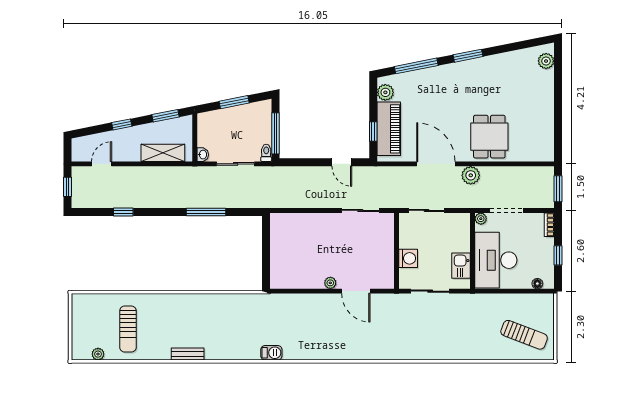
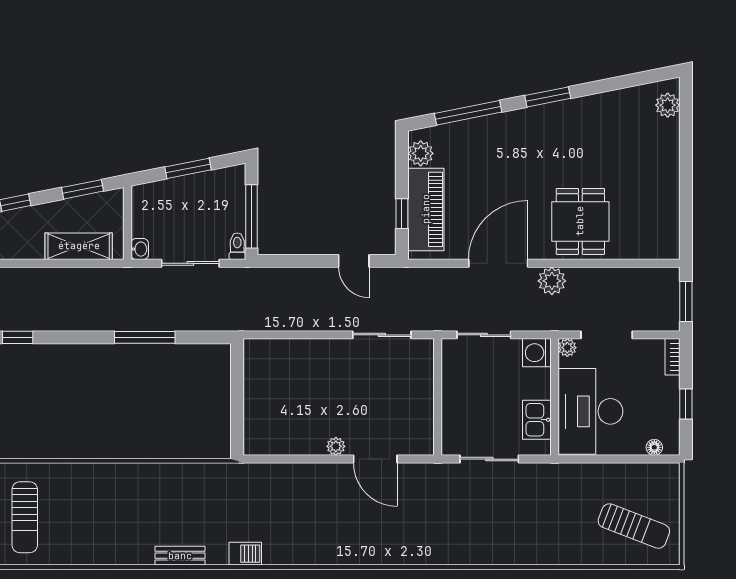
door: (436, 164) -> (498, 263), hinge flipped
washing machine: (408, 258) -> (537, 353), moved, turned 180
bench: (188, 354) -> (180, 556), moved

